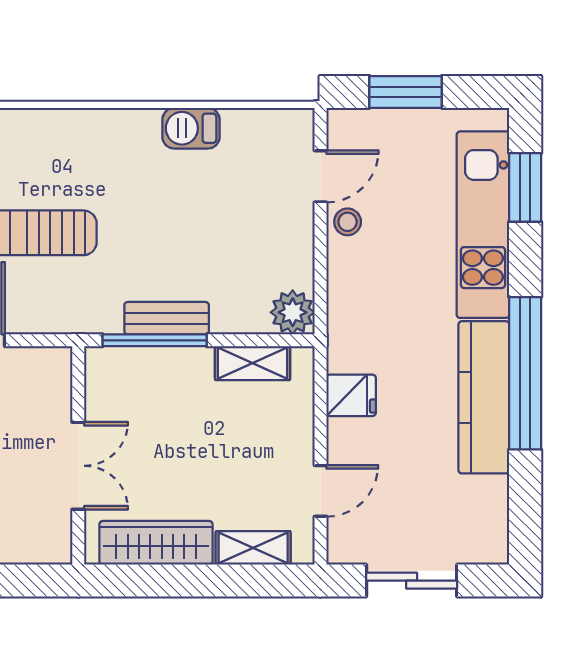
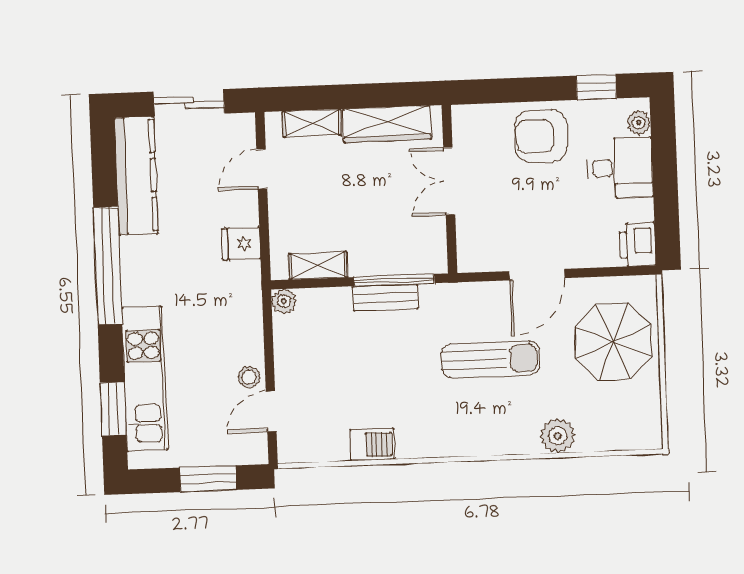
plant: (293, 312) -> (284, 301), width x0.73, depth x0.73
kitchen counter: (484, 397) -> (136, 176), moved

